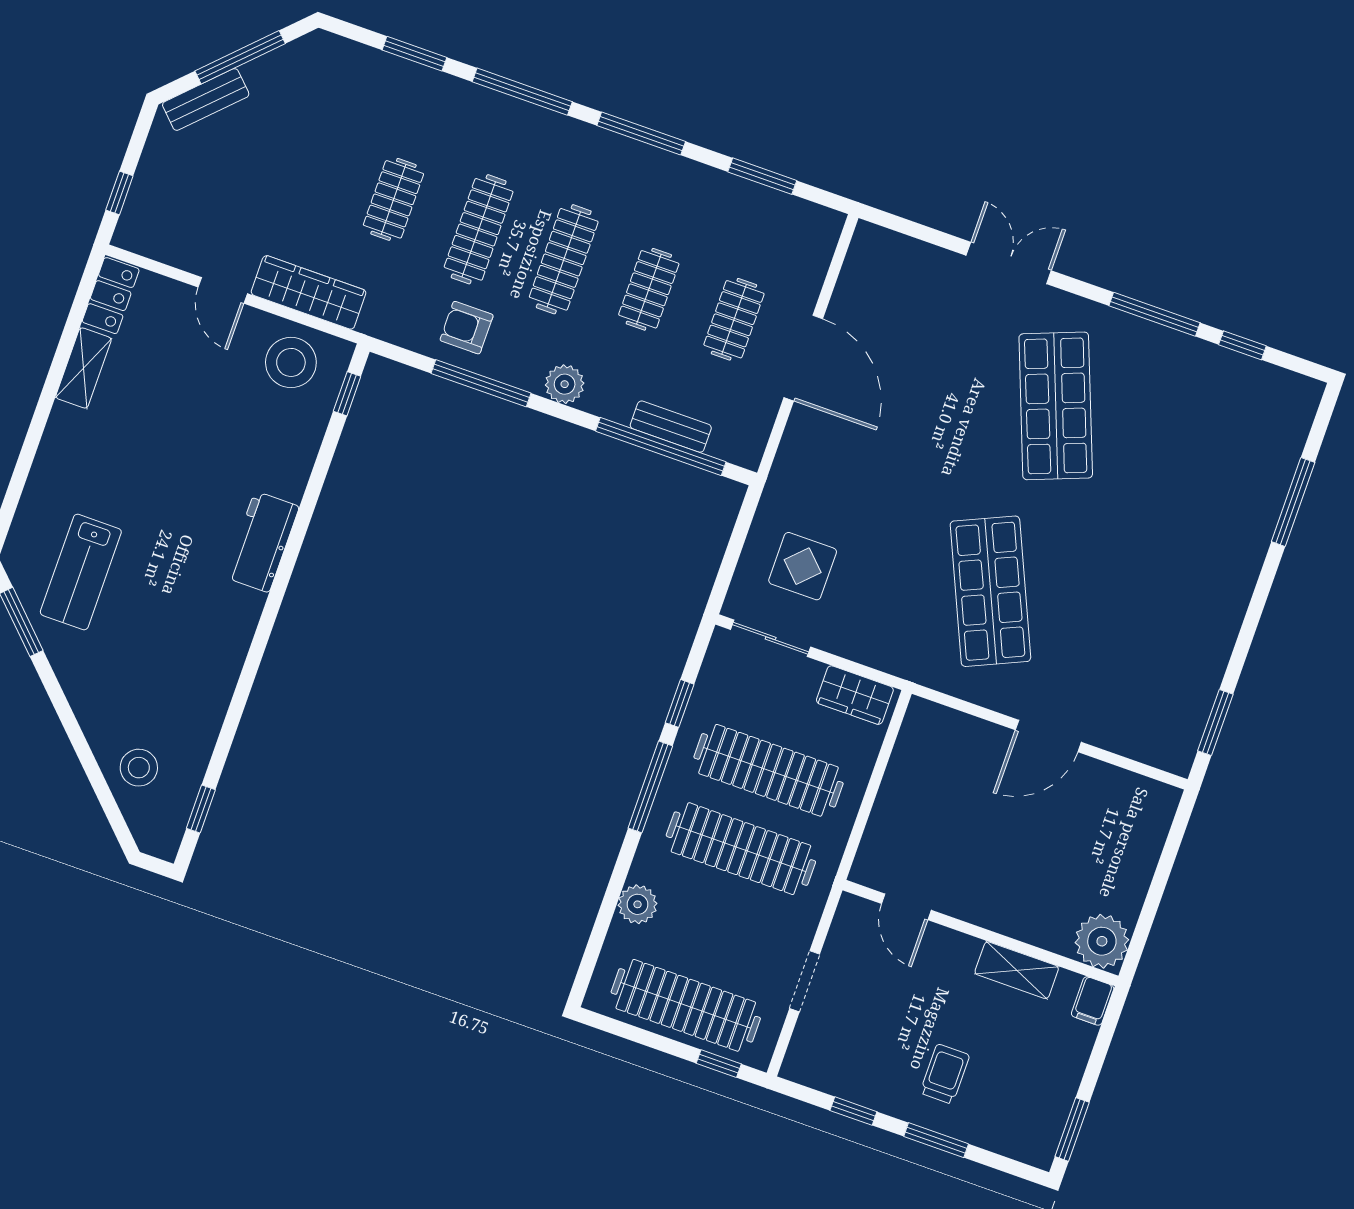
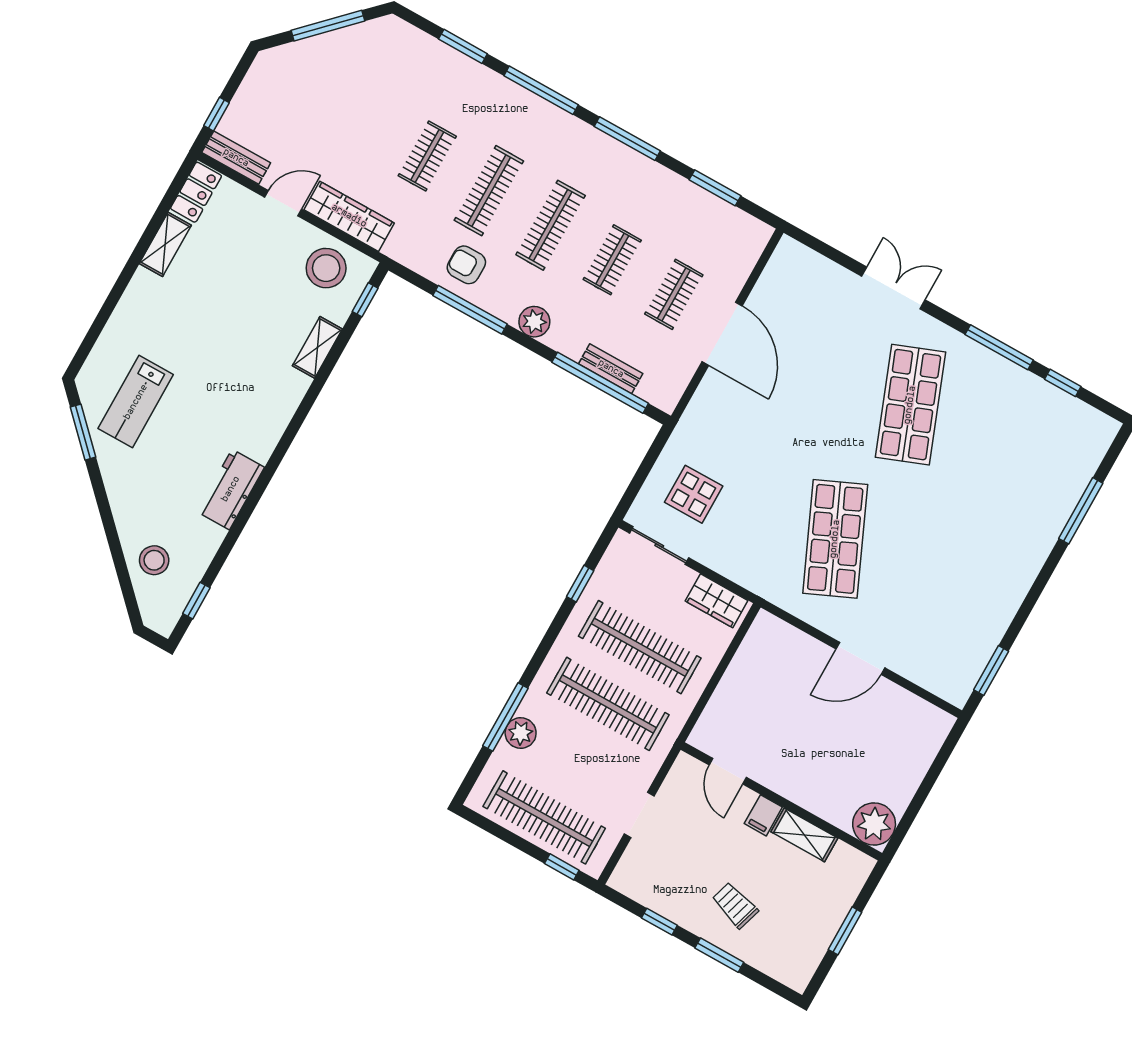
bench: (206, 99) -> (236, 158), moved, turned 45
door: (223, 290) -> (283, 203), swing flipped
shelving: (297, 464) -> (317, 347), added
workbench: (262, 542) -> (231, 489), moved
window: (650, 787) -> (505, 717), moved
filing cabinet: (1093, 1001) -> (763, 815), moved
trolley: (945, 1074) -> (735, 905), turned -73
window: (1072, 1129) -> (845, 931), moved

